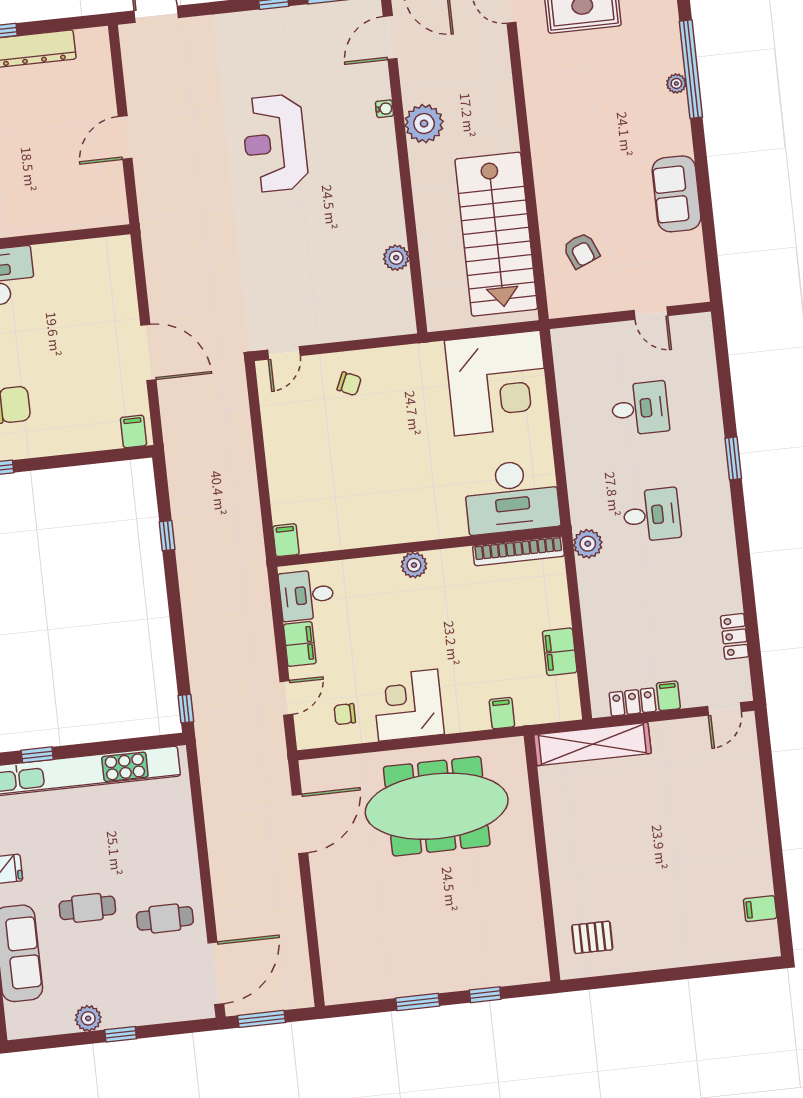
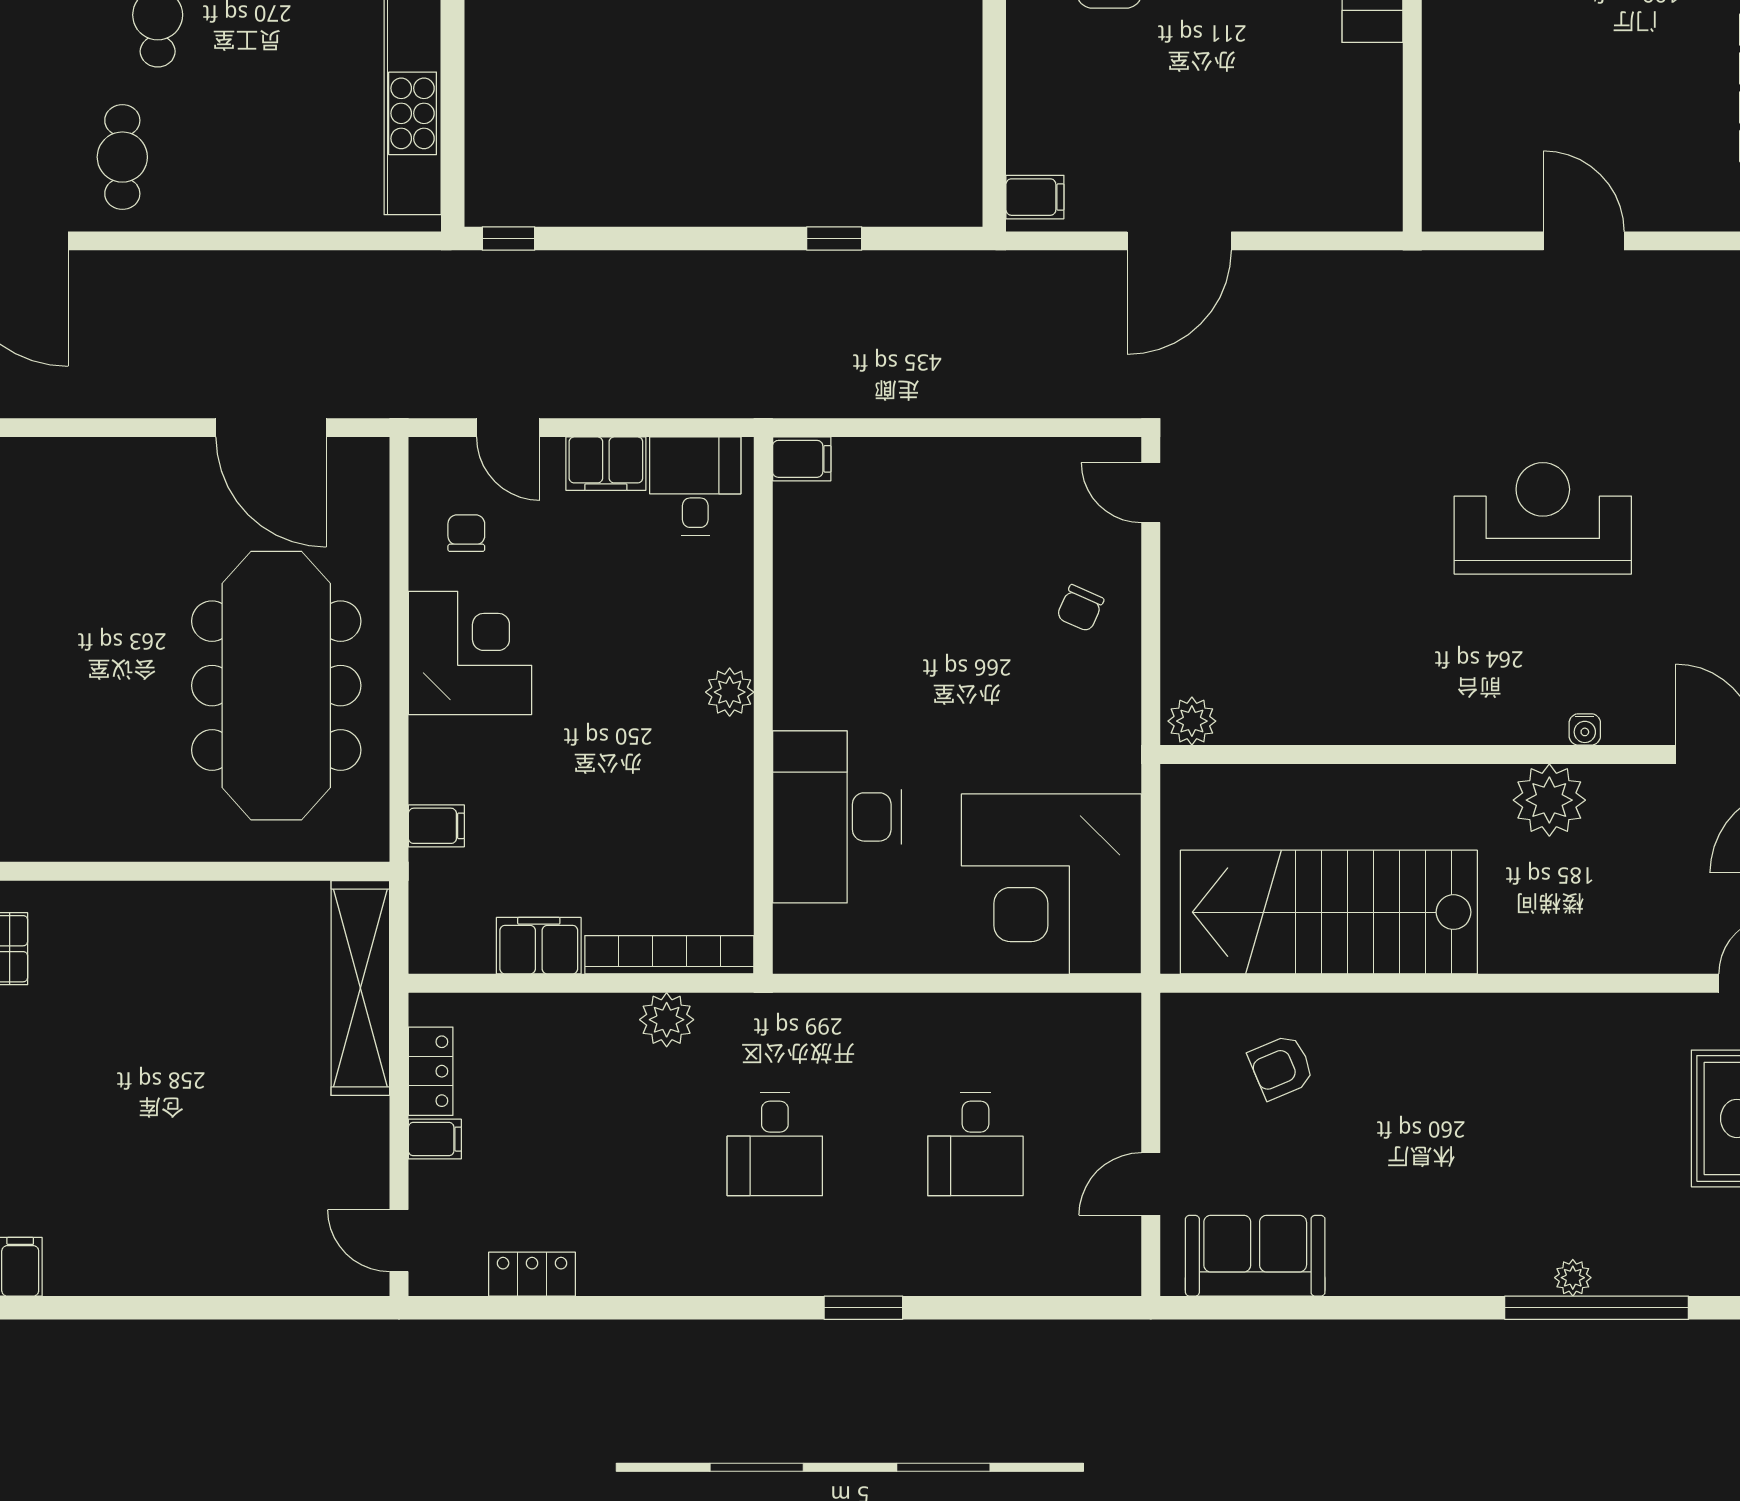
sofa: (677, 194) -> (1255, 1256), moved
plant: (396, 258) -> (1192, 721), moved
desk: (512, 497) -> (837, 817), moved
plant: (588, 544) -> (667, 1020), moved
bookcase: (518, 551) -> (669, 955), moved, turned 90

